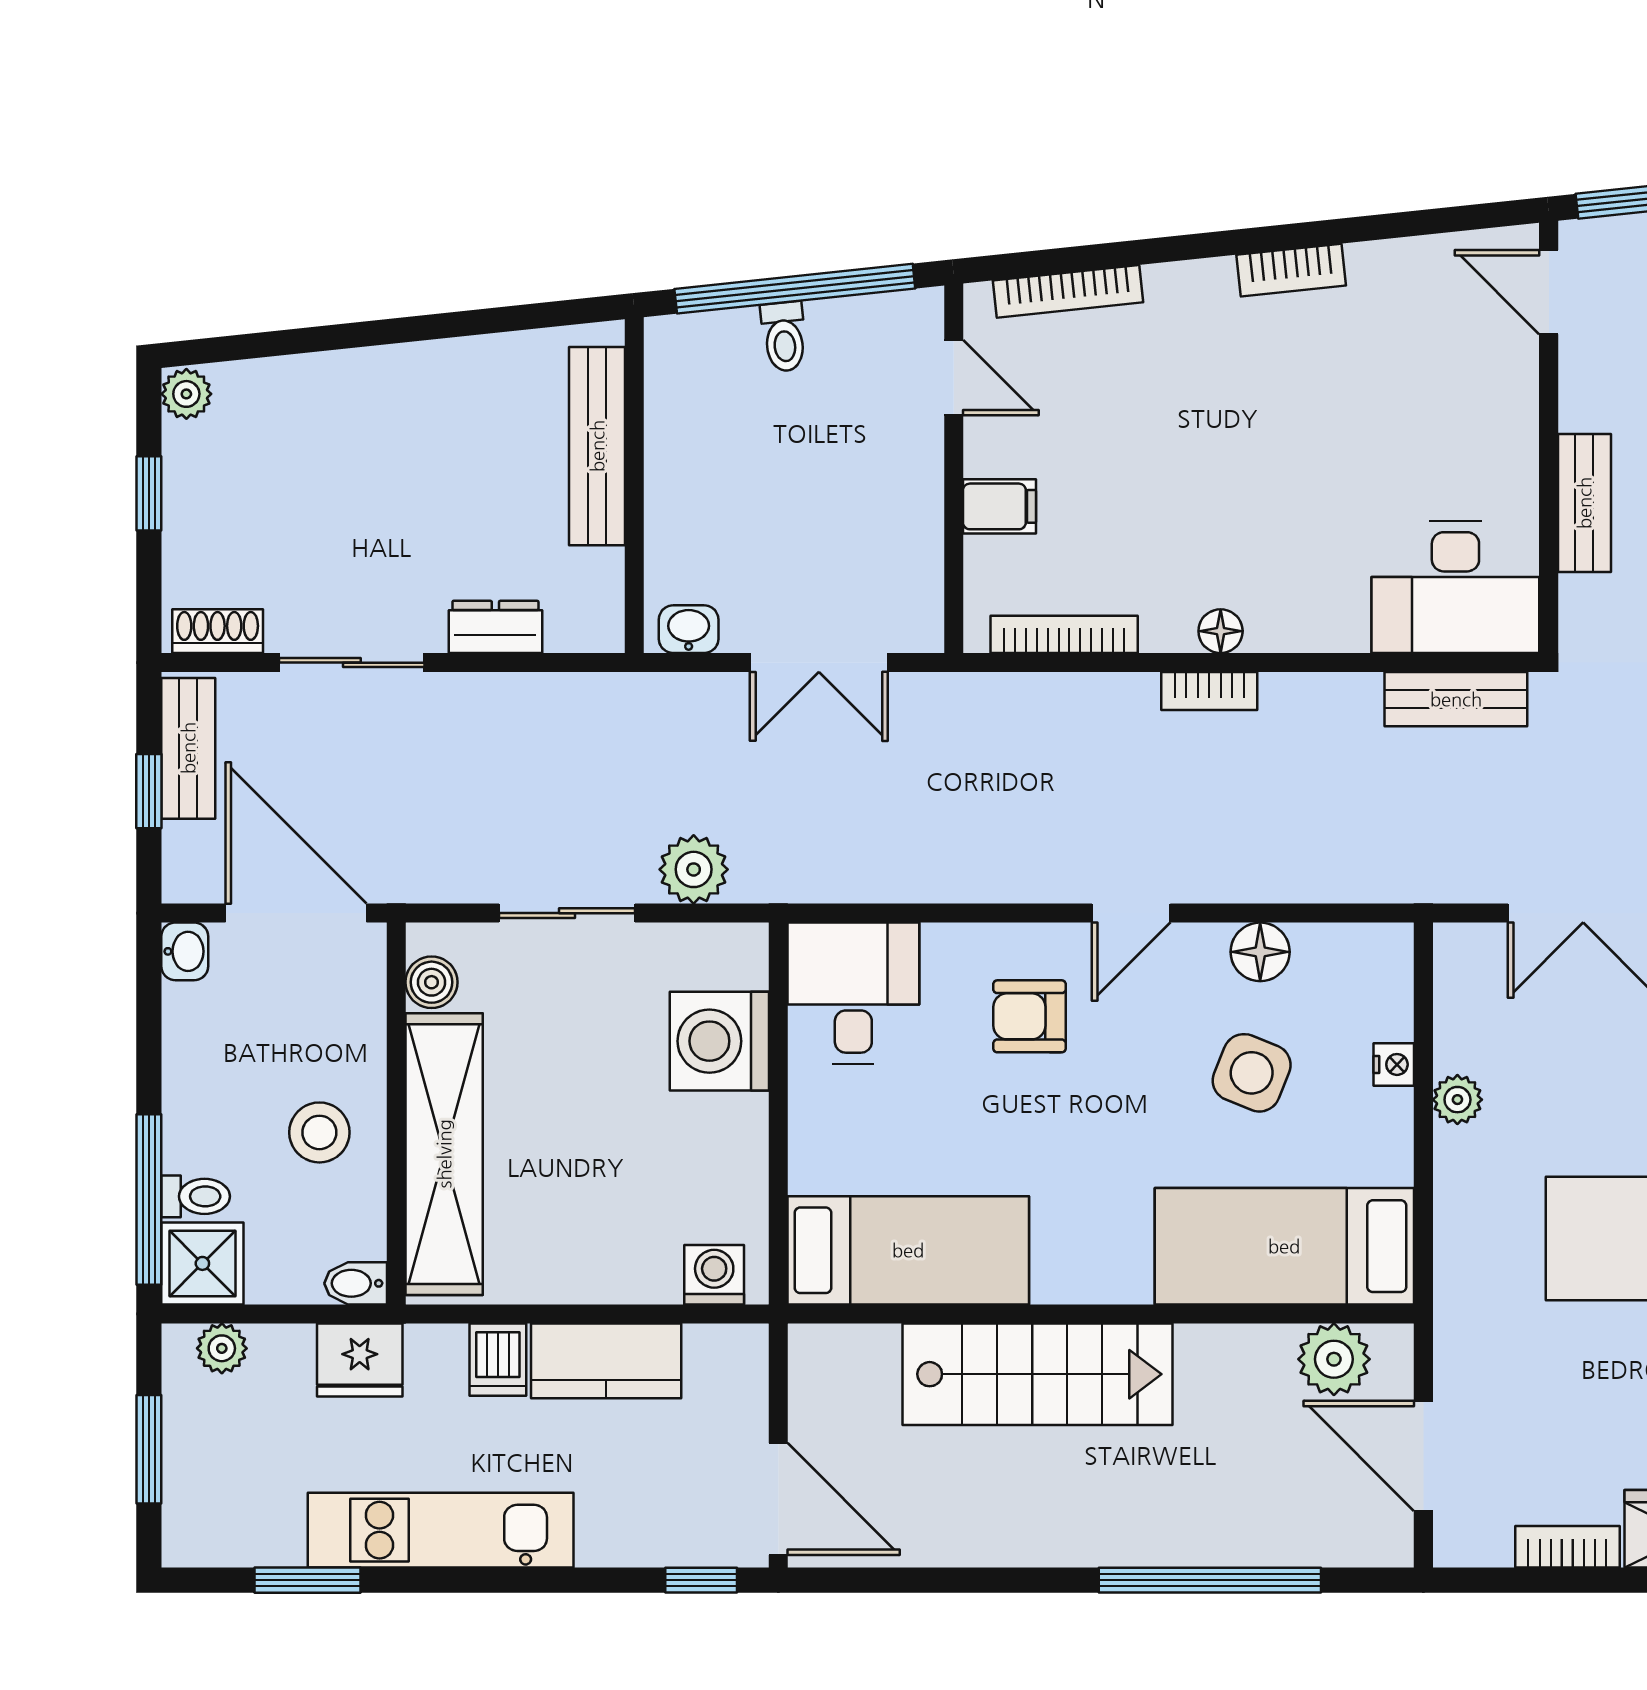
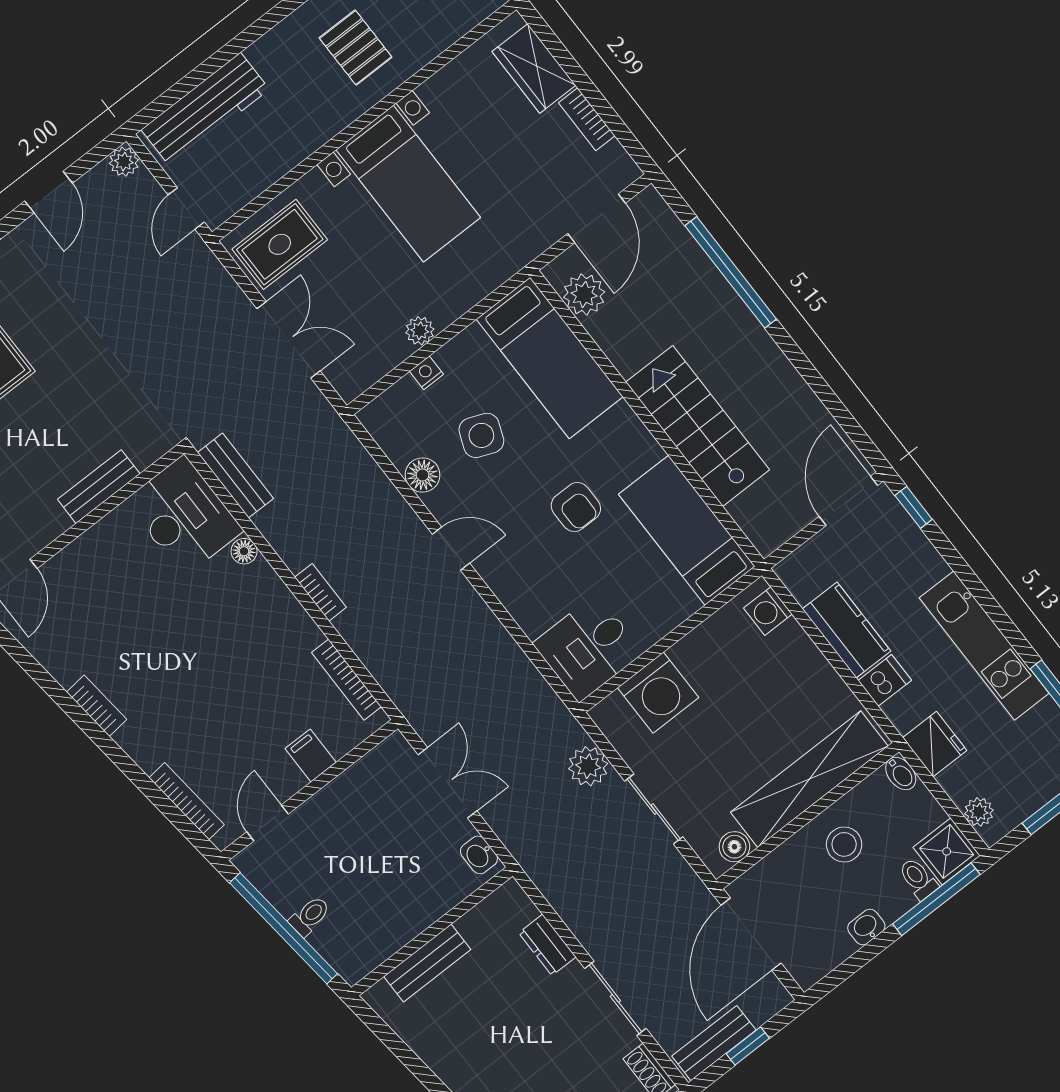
bench: (597, 446) -> (427, 963), width x0.73
floor lamp: (1221, 631) -> (244, 551), moved
washbasin: (185, 951) -> (866, 927), moved
armchair: (1029, 1016) -> (576, 507), moved

